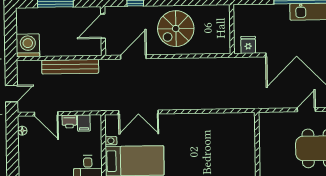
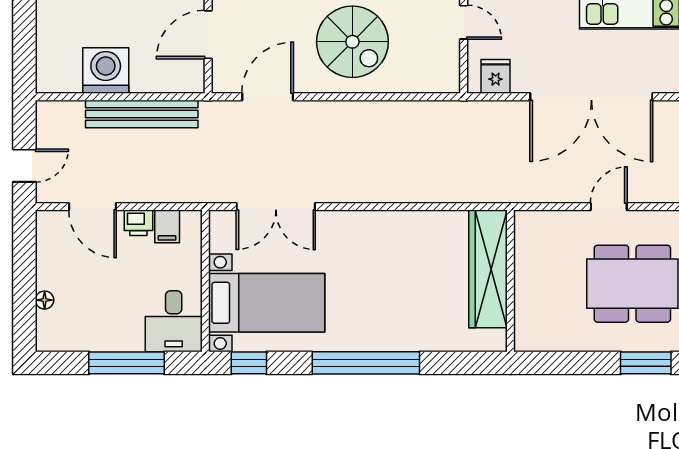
door: (232, 18) -> (464, 22), added
spiral stairs: (176, 29) -> (352, 42), turned -90
washing machine: (28, 45) -> (106, 71), moved
floor lamp: (22, 131) -> (45, 300), moved
wardrobe: (246, 142) -> (488, 269), added

